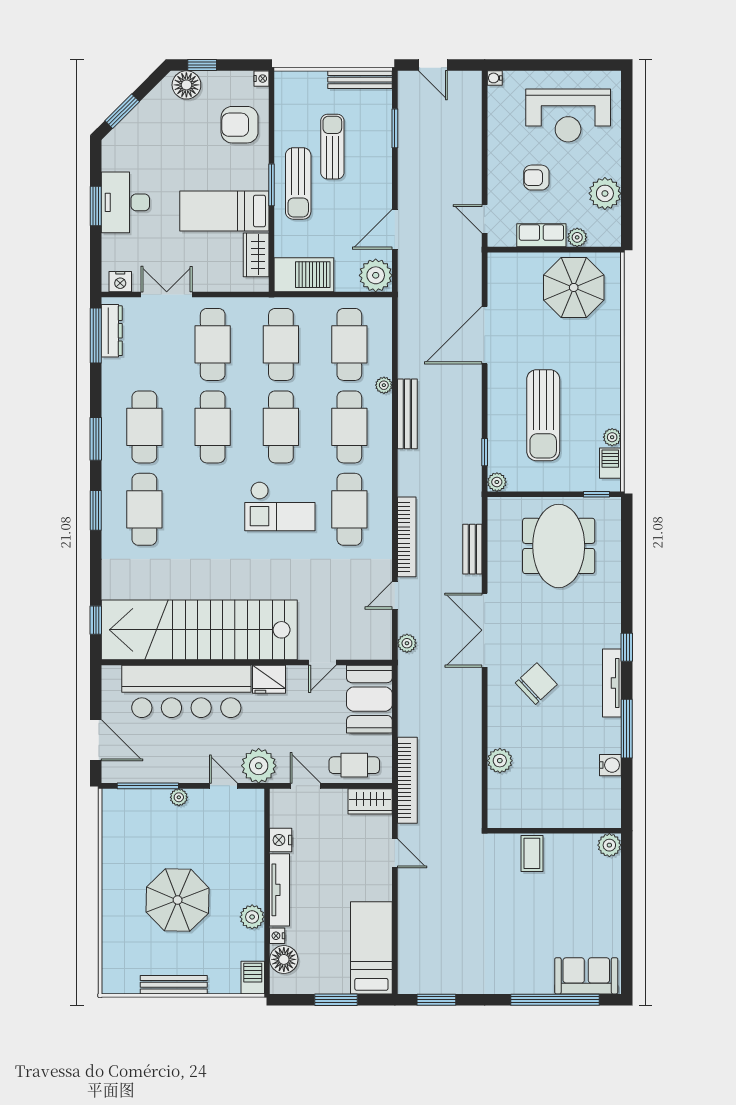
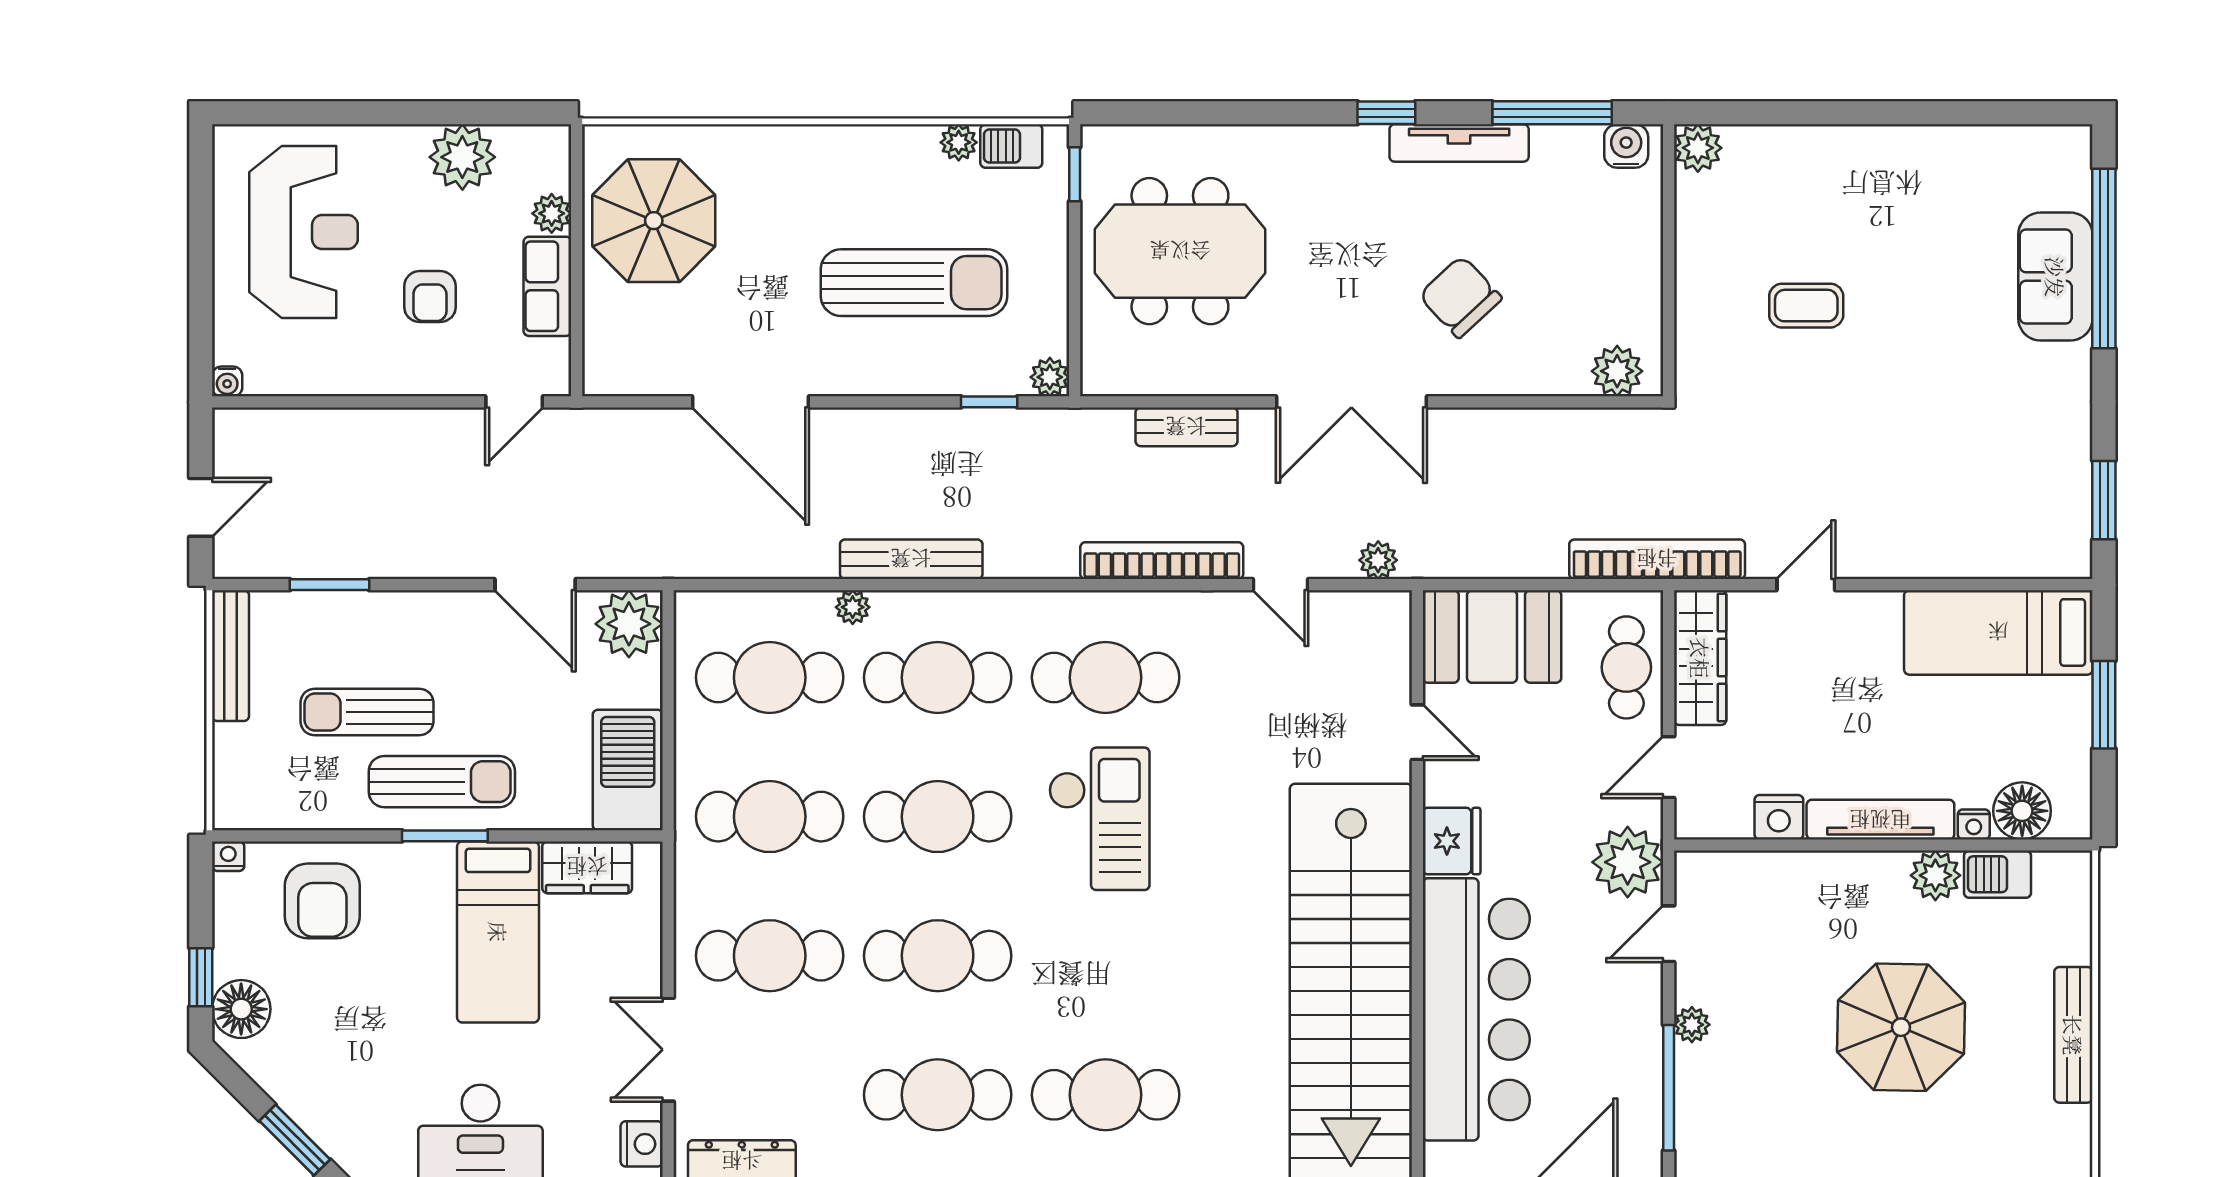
wardrobe: (370, 801) -> (1700, 658), width x1.50
wall: (554, 831) -> (1669, 260), moved
plant: (609, 845) -> (1698, 148), moved
sofa: (586, 976) -> (2055, 277), moved
barbecue: (253, 978) -> (1997, 874), moved

